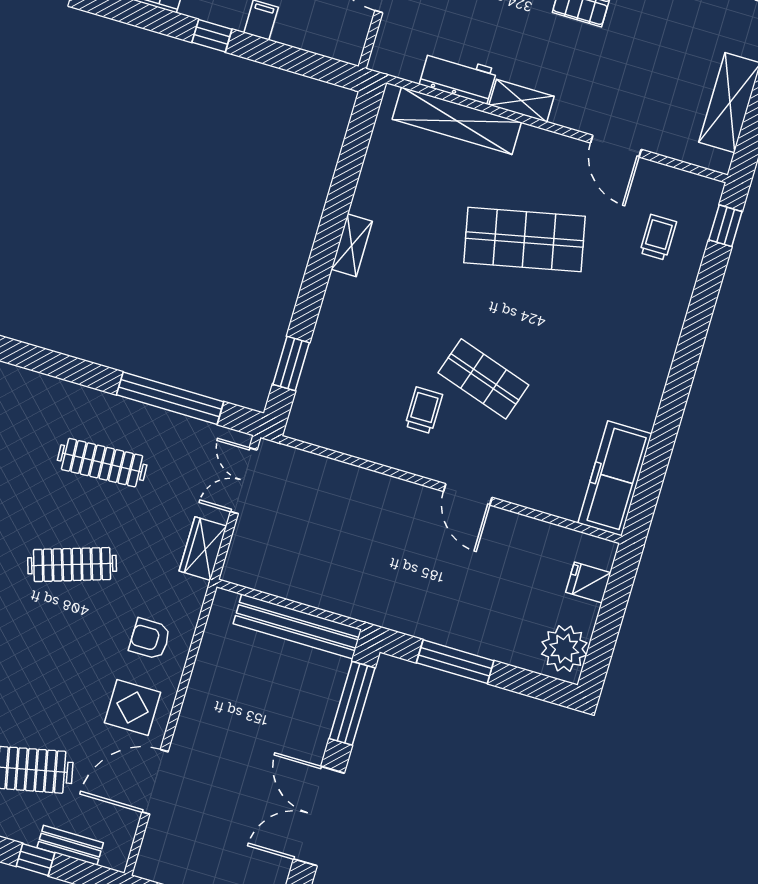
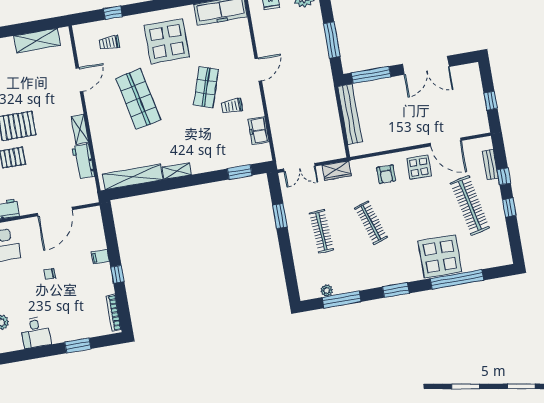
shelving: (457, 121) -> (133, 177), moved, turned 90
window: (725, 226) -> (113, 13), moved
display table: (607, 348) -> (167, 41), added
window: (170, 398) -> (280, 216), width x0.47
freezer: (352, 438) -> (259, 130), added

